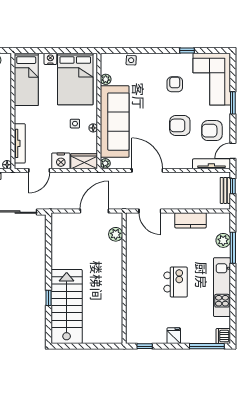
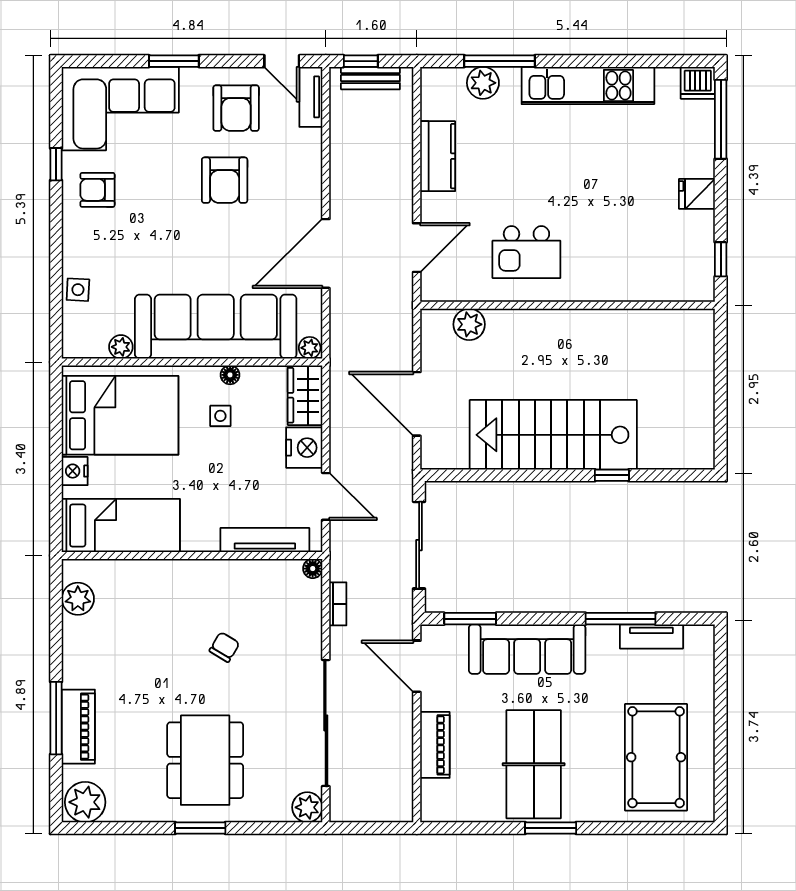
armchair: (175, 84) -> (97, 190), moved
tv unit: (211, 164) -> (311, 97), width x0.71
door: (94, 211) -> (417, 404), moved
kitchen island: (176, 282) -> (526, 252), moved, turned 180
stairs: (67, 306) -> (553, 435), moved

